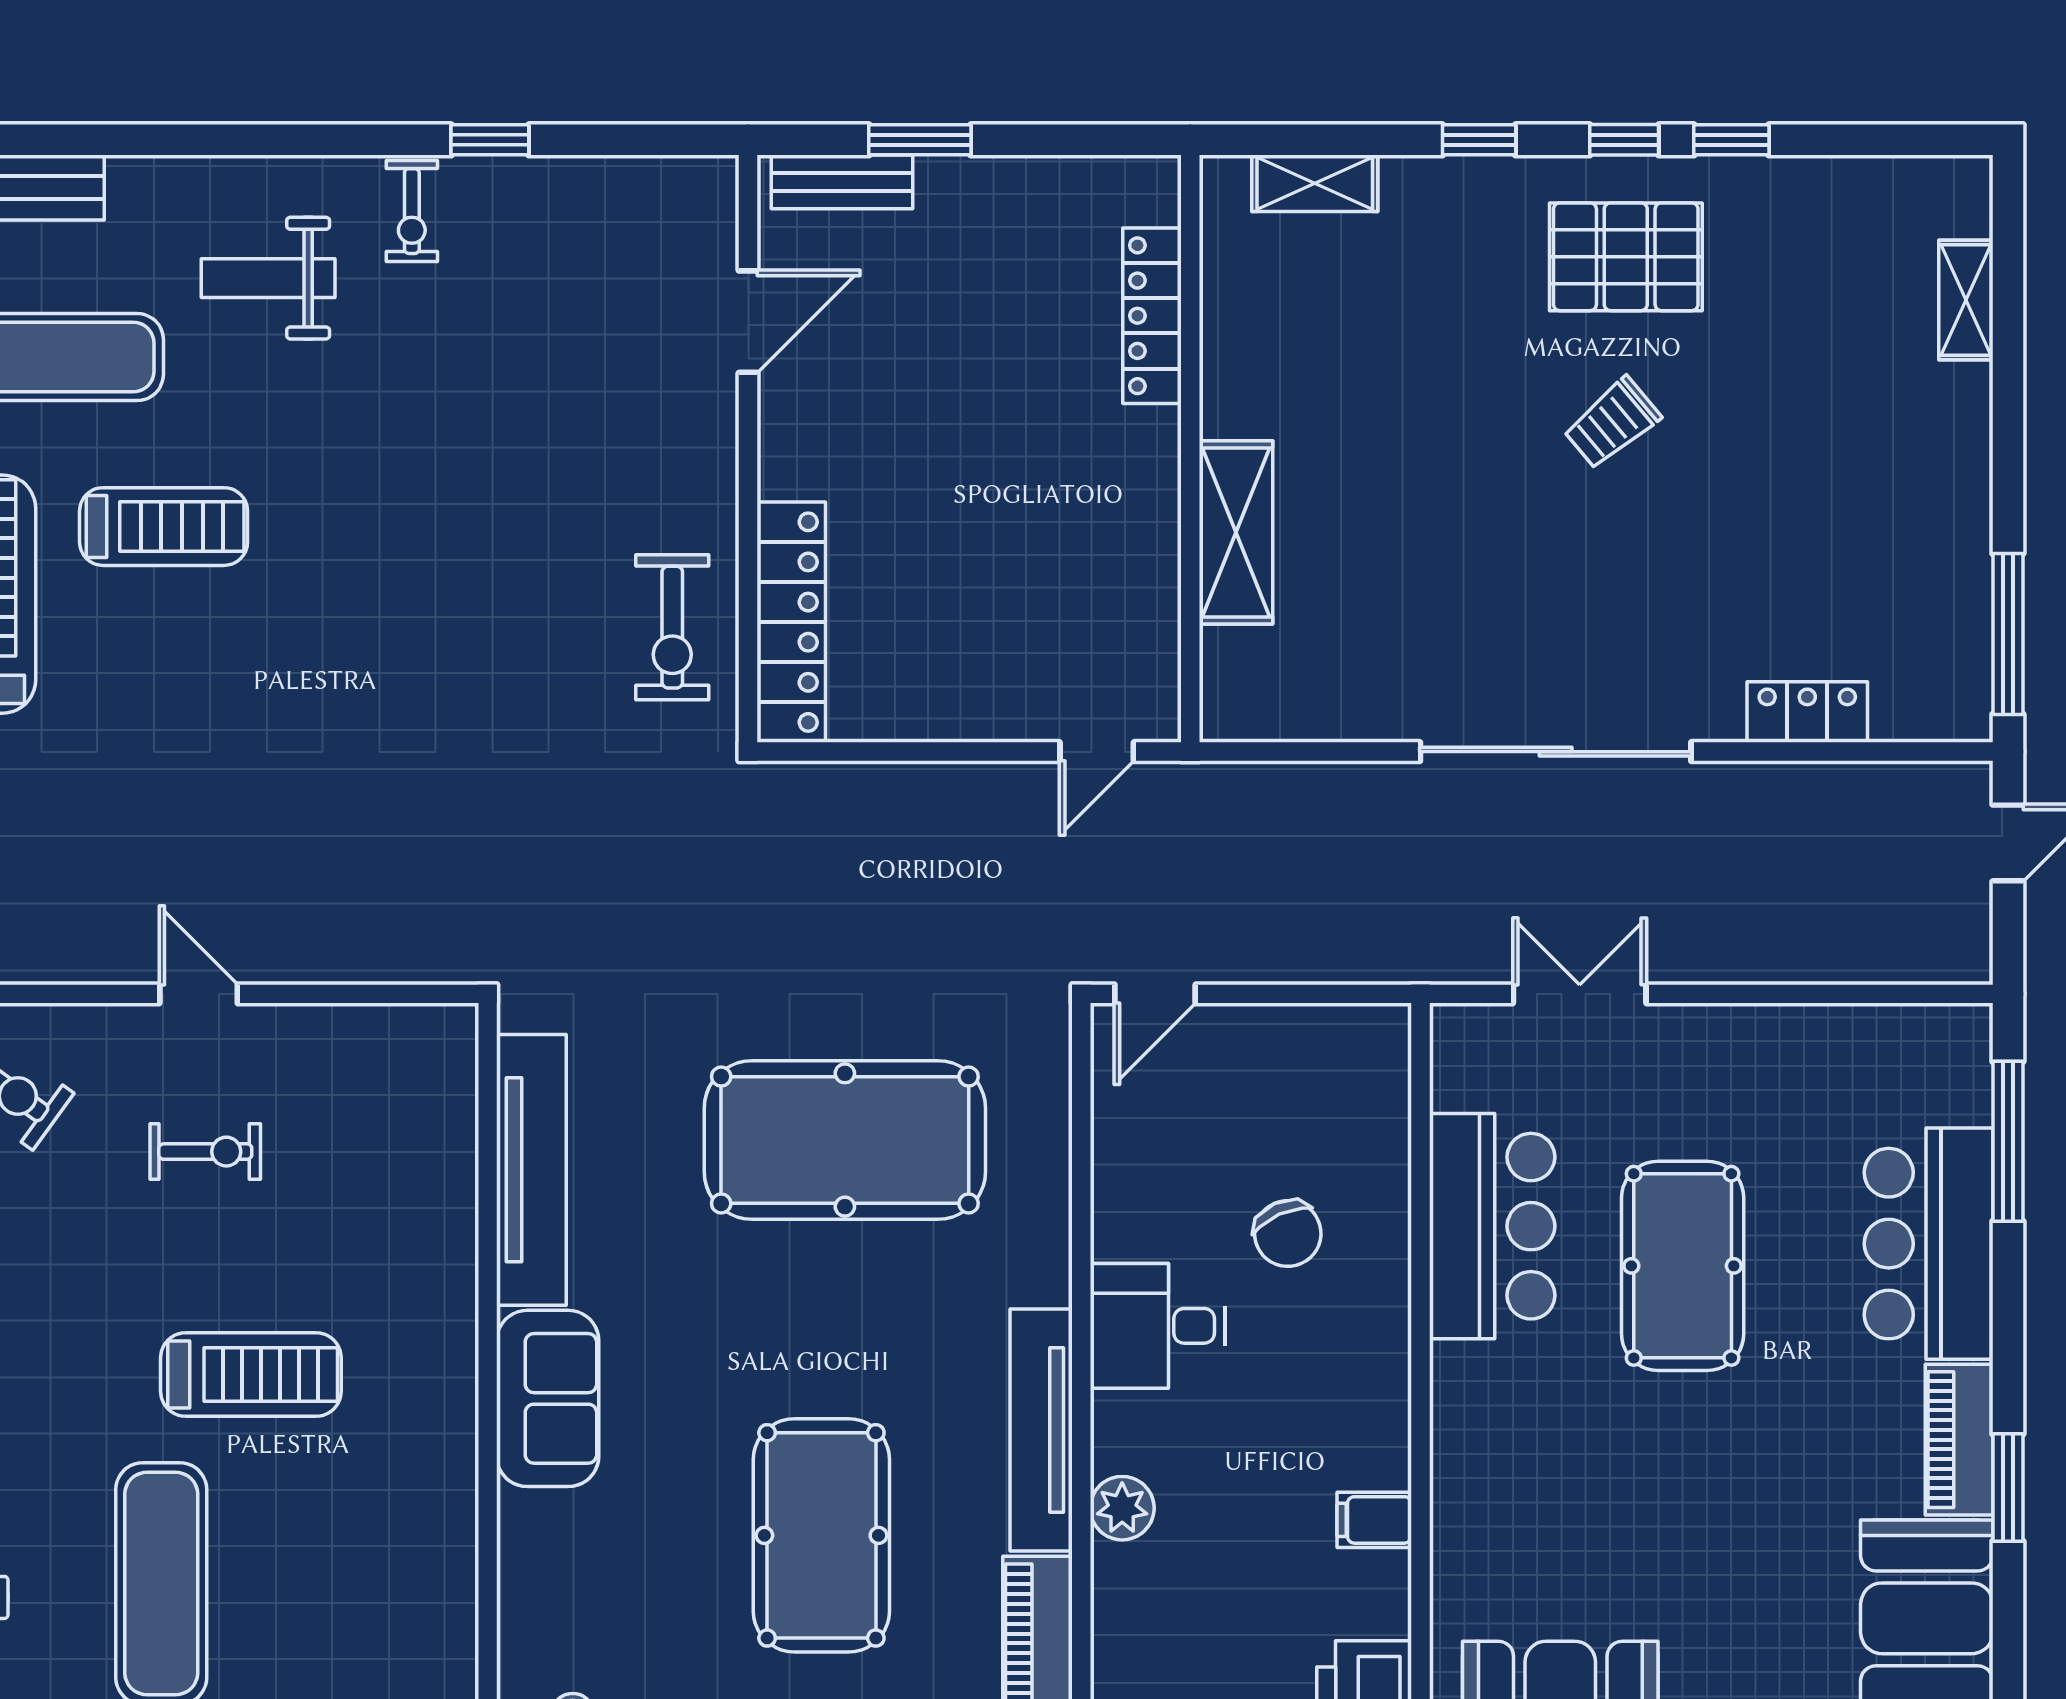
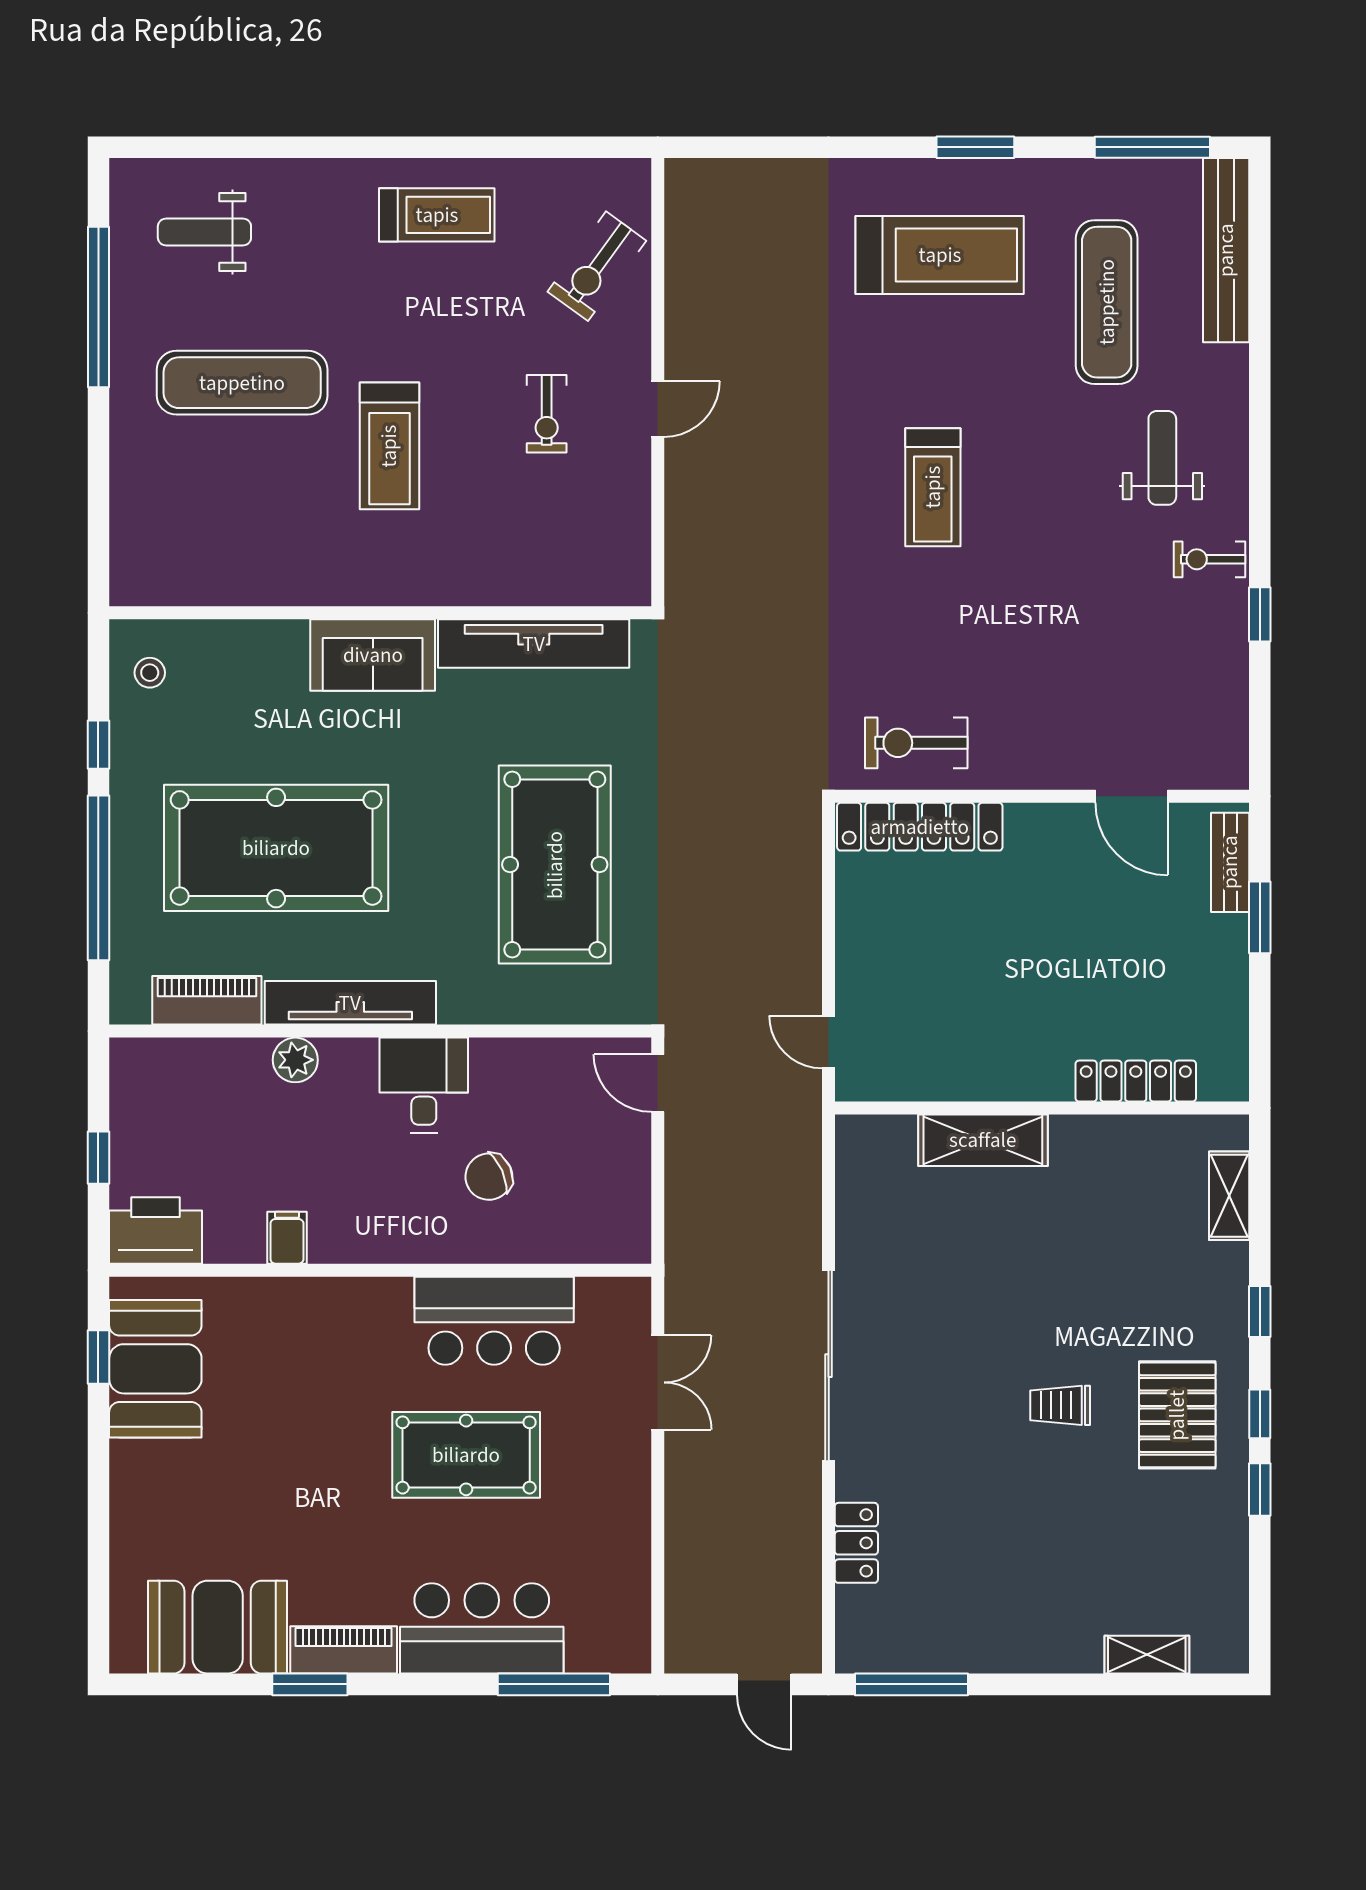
trolley: (1612, 423) -> (1060, 1405), turned -50
treadmill: (164, 527) -> (933, 487), moved
pool table: (821, 1535) -> (276, 848), width x1.36, depth x1.32

